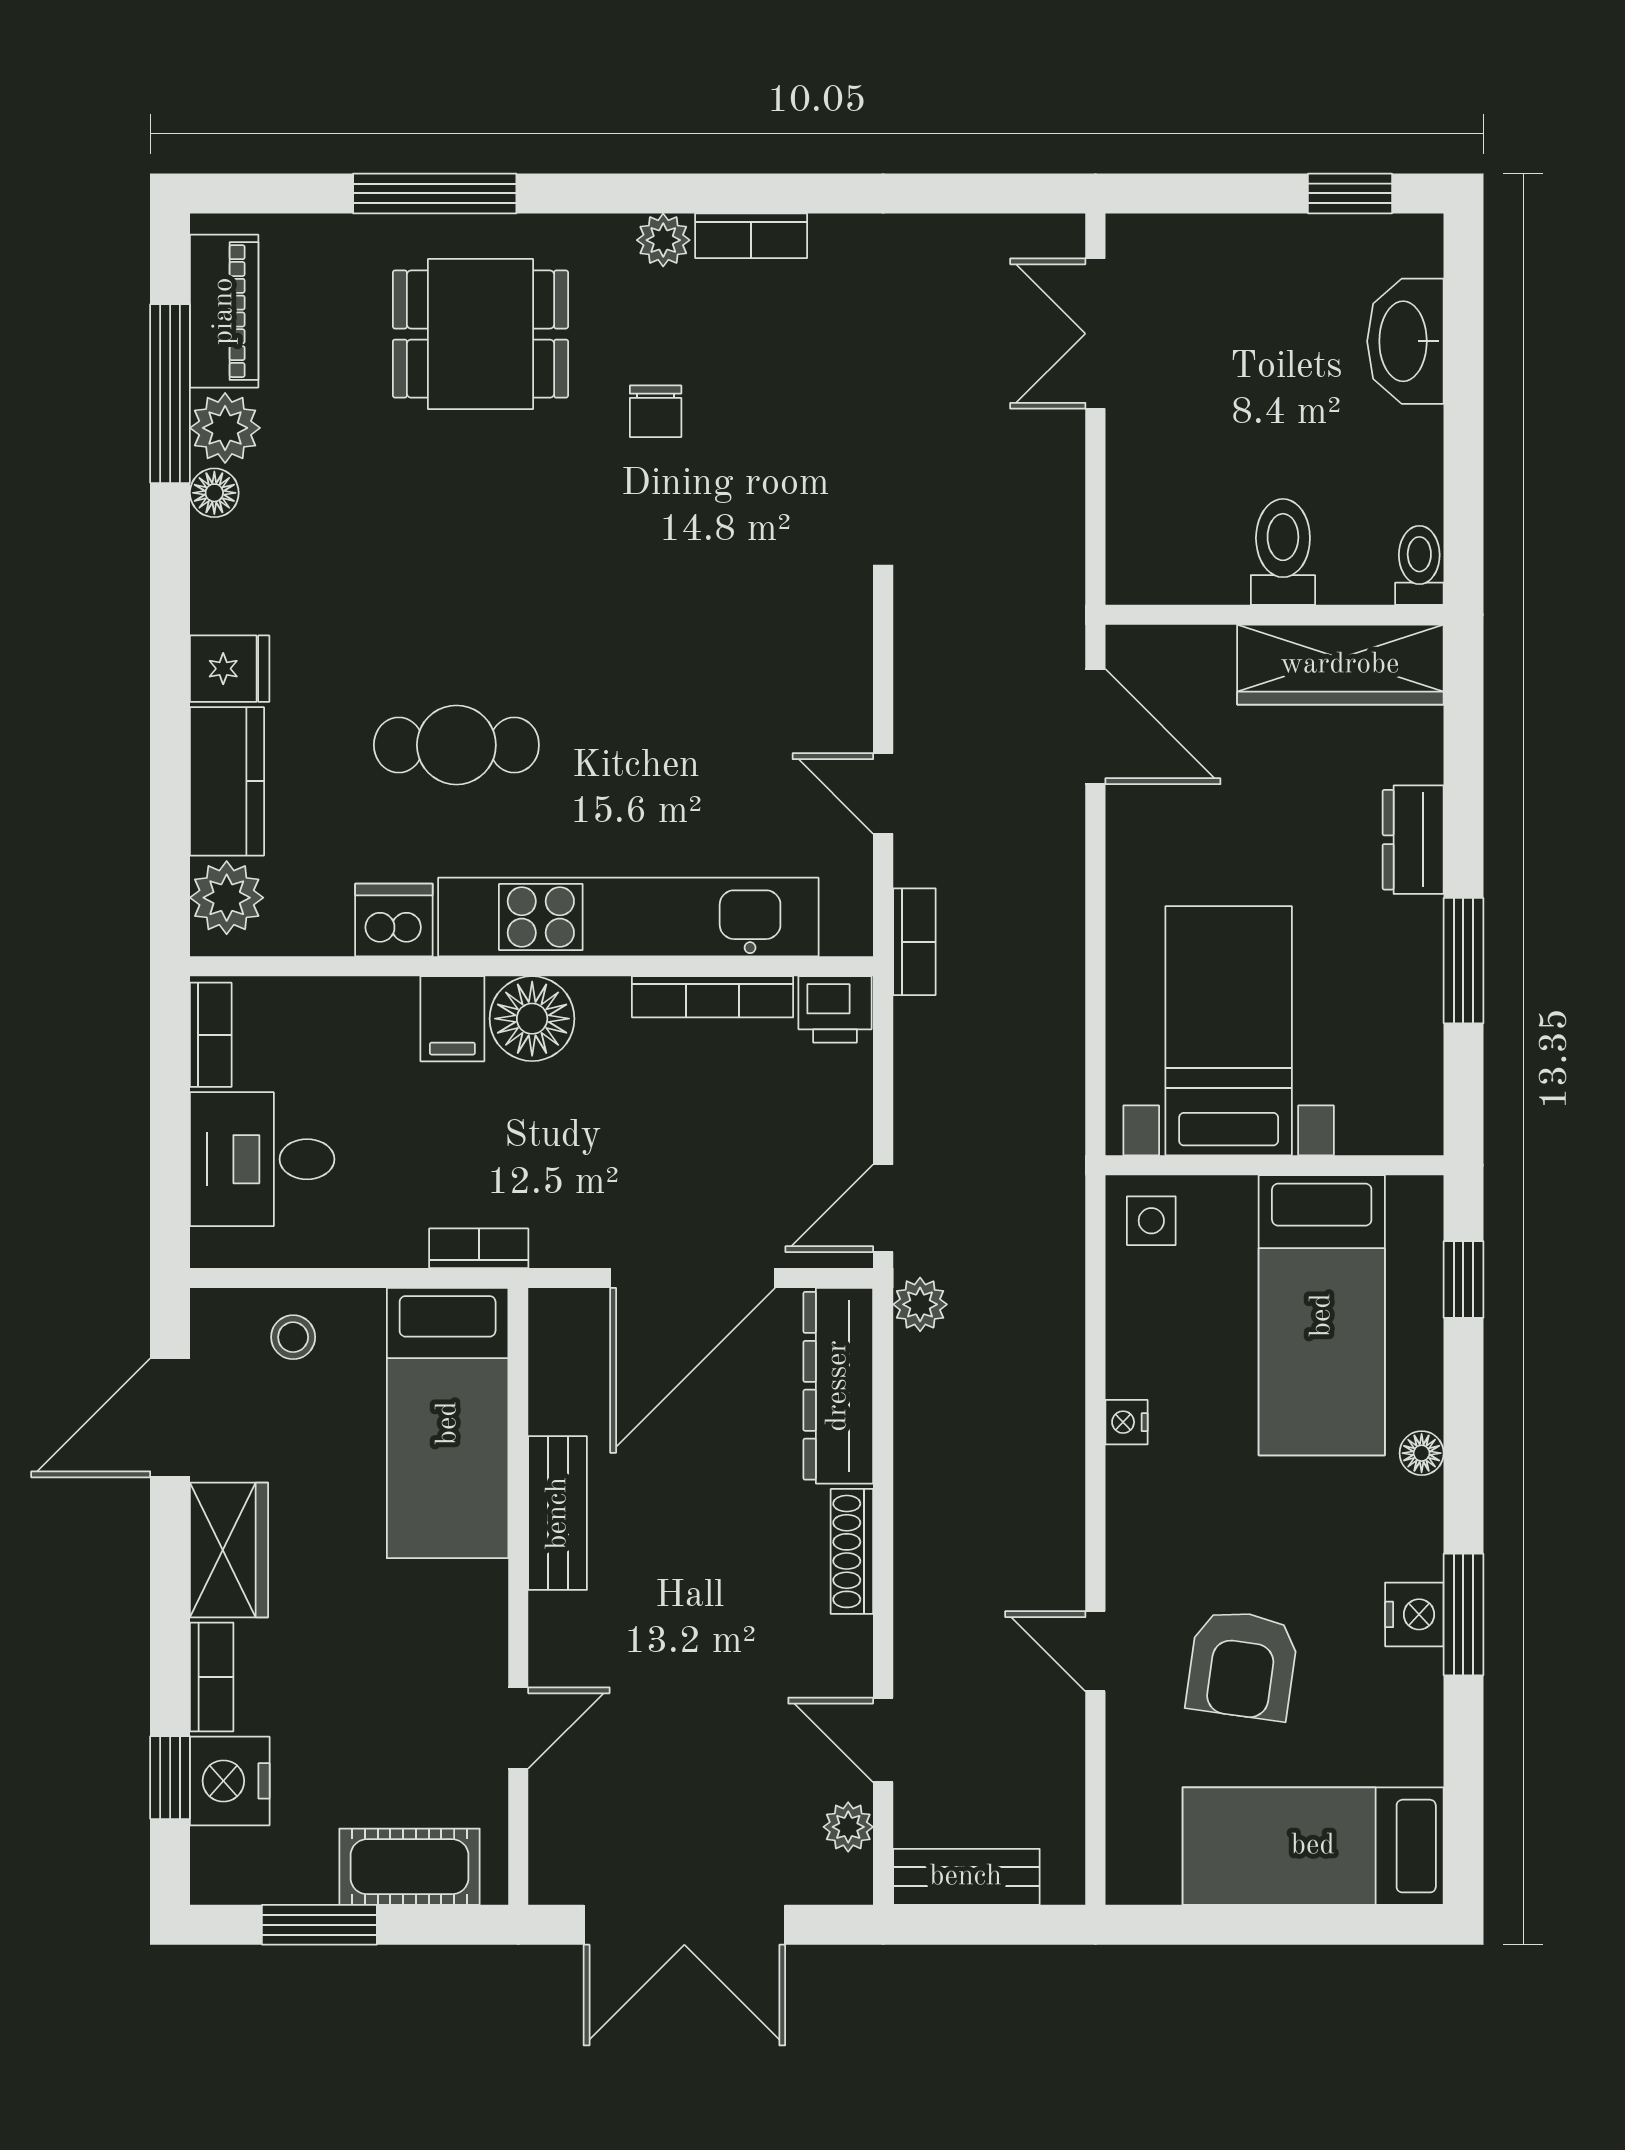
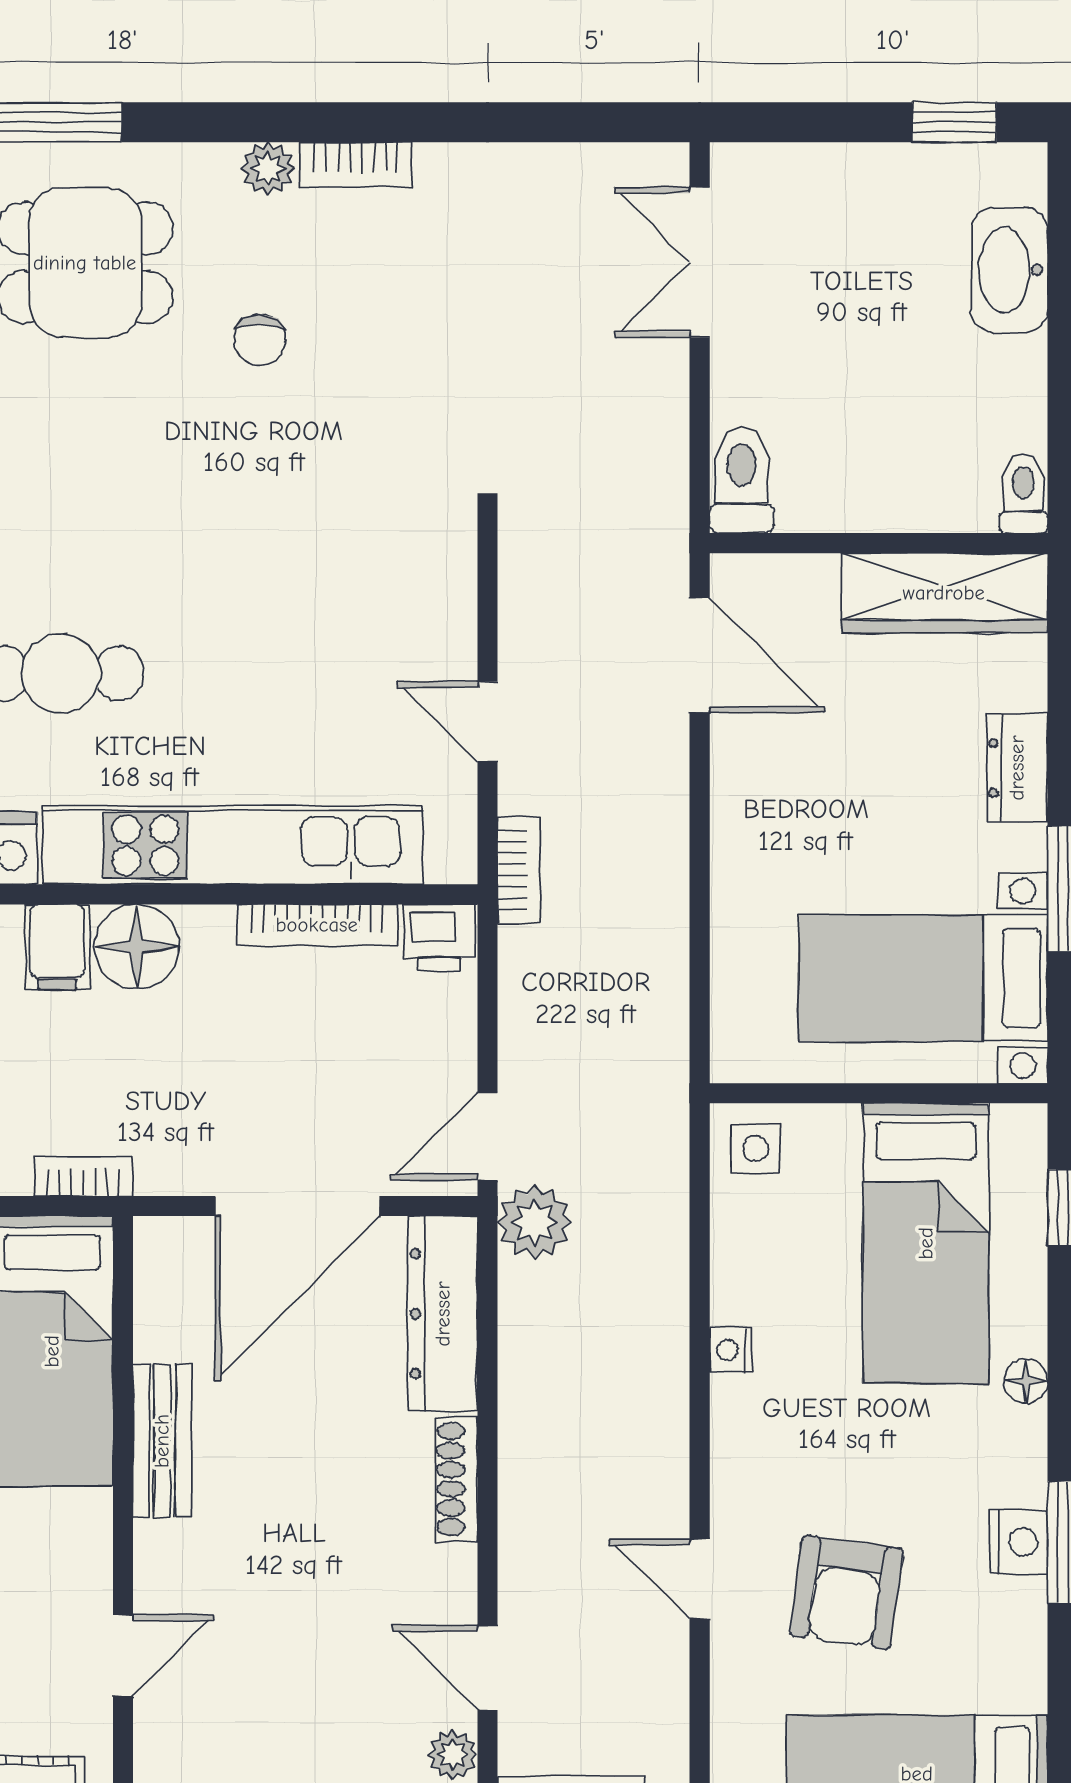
toilet: (1283, 552) -> (742, 480), moved
bed with nightstands: (1229, 1031) -> (923, 978), moved, turned -90
plant: (920, 1304) -> (535, 1222), width x1.38, depth x1.38

